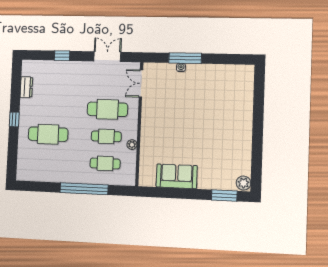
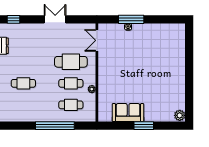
window: (62, 56) -> (13, 19), moved
double door: (107, 57) -> (55, 19), moved
cafe table: (48, 134) -> (23, 83), width x0.73, depth x0.74
window: (224, 195) -> (144, 126), moved

